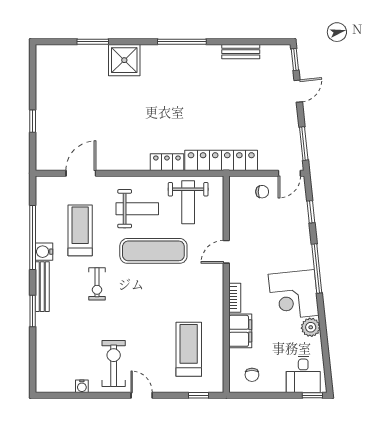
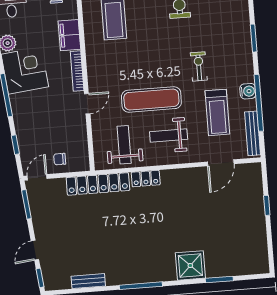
bench: (42, 287) -> (253, 133), moved
bookcase: (235, 298) -> (77, 71), width x1.56

